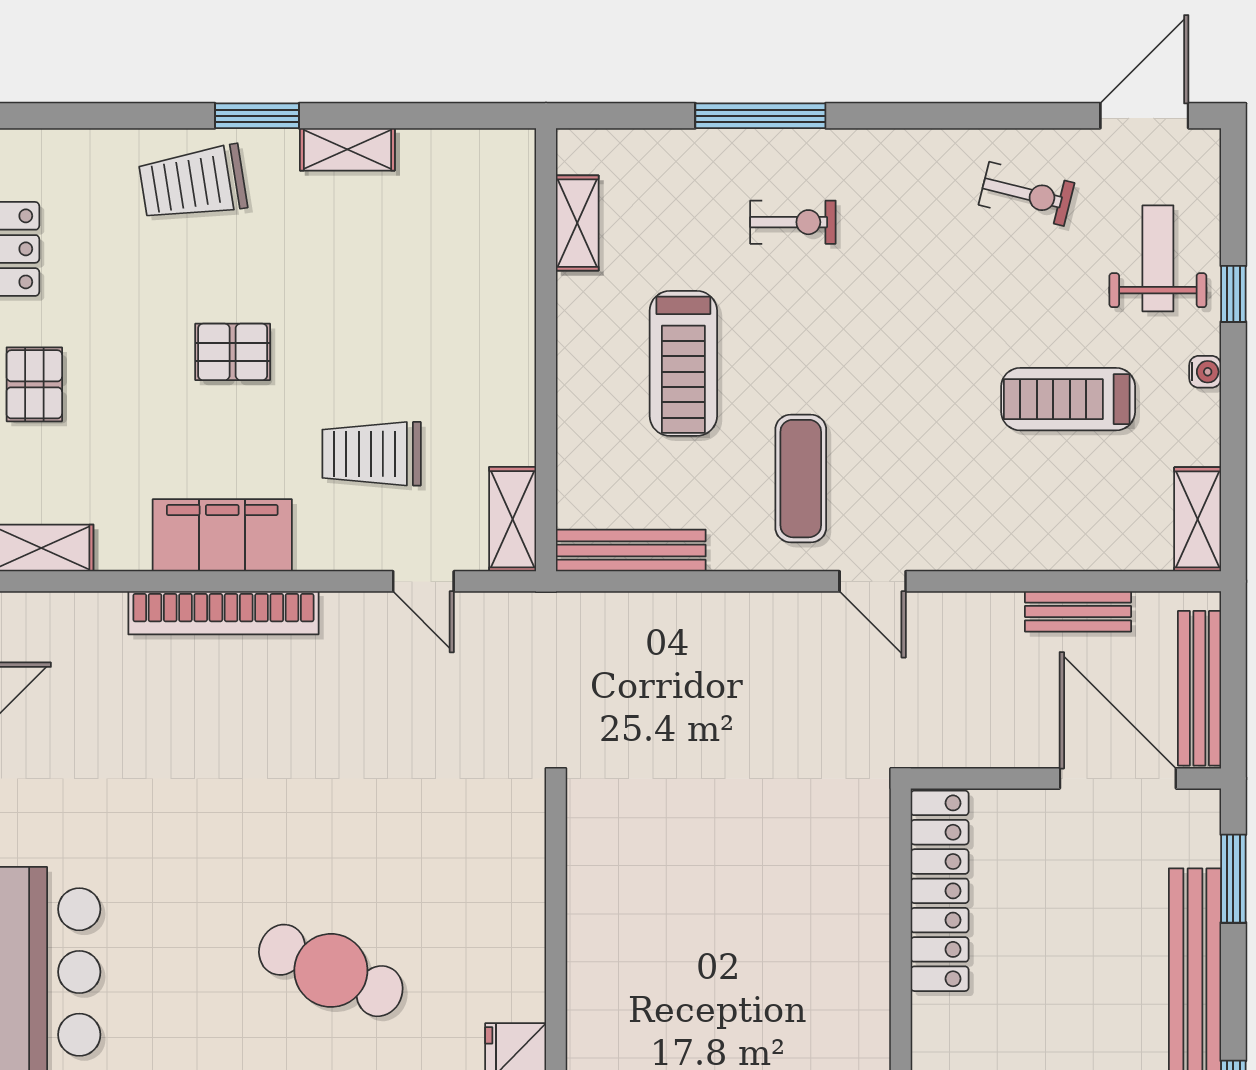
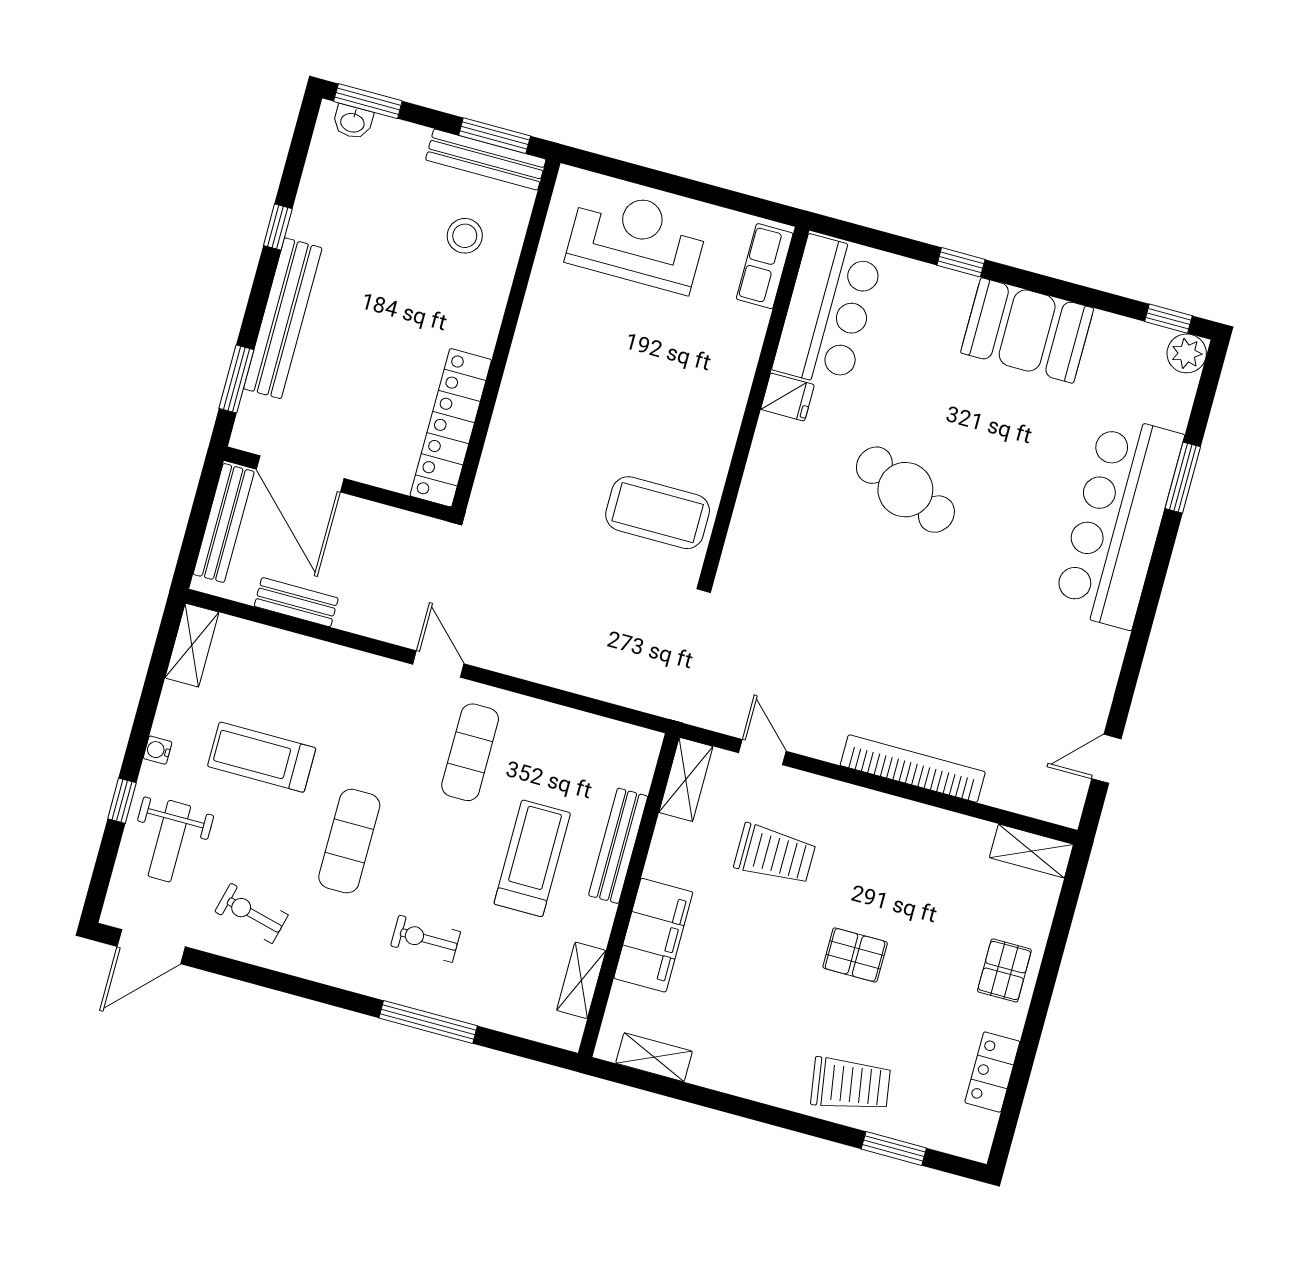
window: (257, 116) -> (894, 1148), moved
shelving: (347, 149) -> (654, 1057), moved
exercise mat: (926, 322) -> (349, 841), added
treadmill: (1068, 399) -> (262, 757), turned 180
filing cabinet: (222, 535) -> (653, 935), moved, turned -90
bench: (631, 551) -> (618, 846), moved, turned 90
coffee table: (643, 854) -> (658, 513), added

